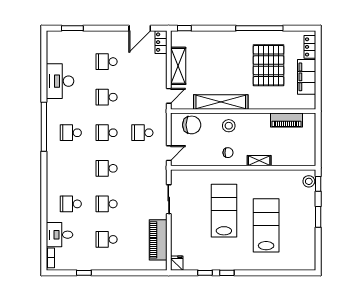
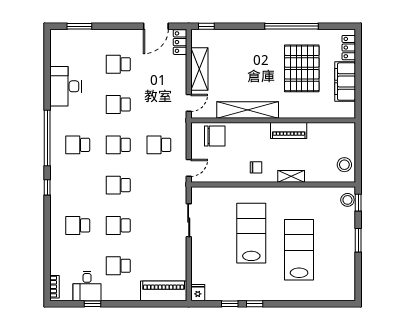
piano: (286, 120) -> (289, 130), moved
stool: (229, 126) -> (344, 165), moved
window: (44, 170) -> (47, 187), added
desk: (59, 235) -> (87, 286), moved, turned -90
piano: (158, 240) -> (164, 291), moved, turned 90

